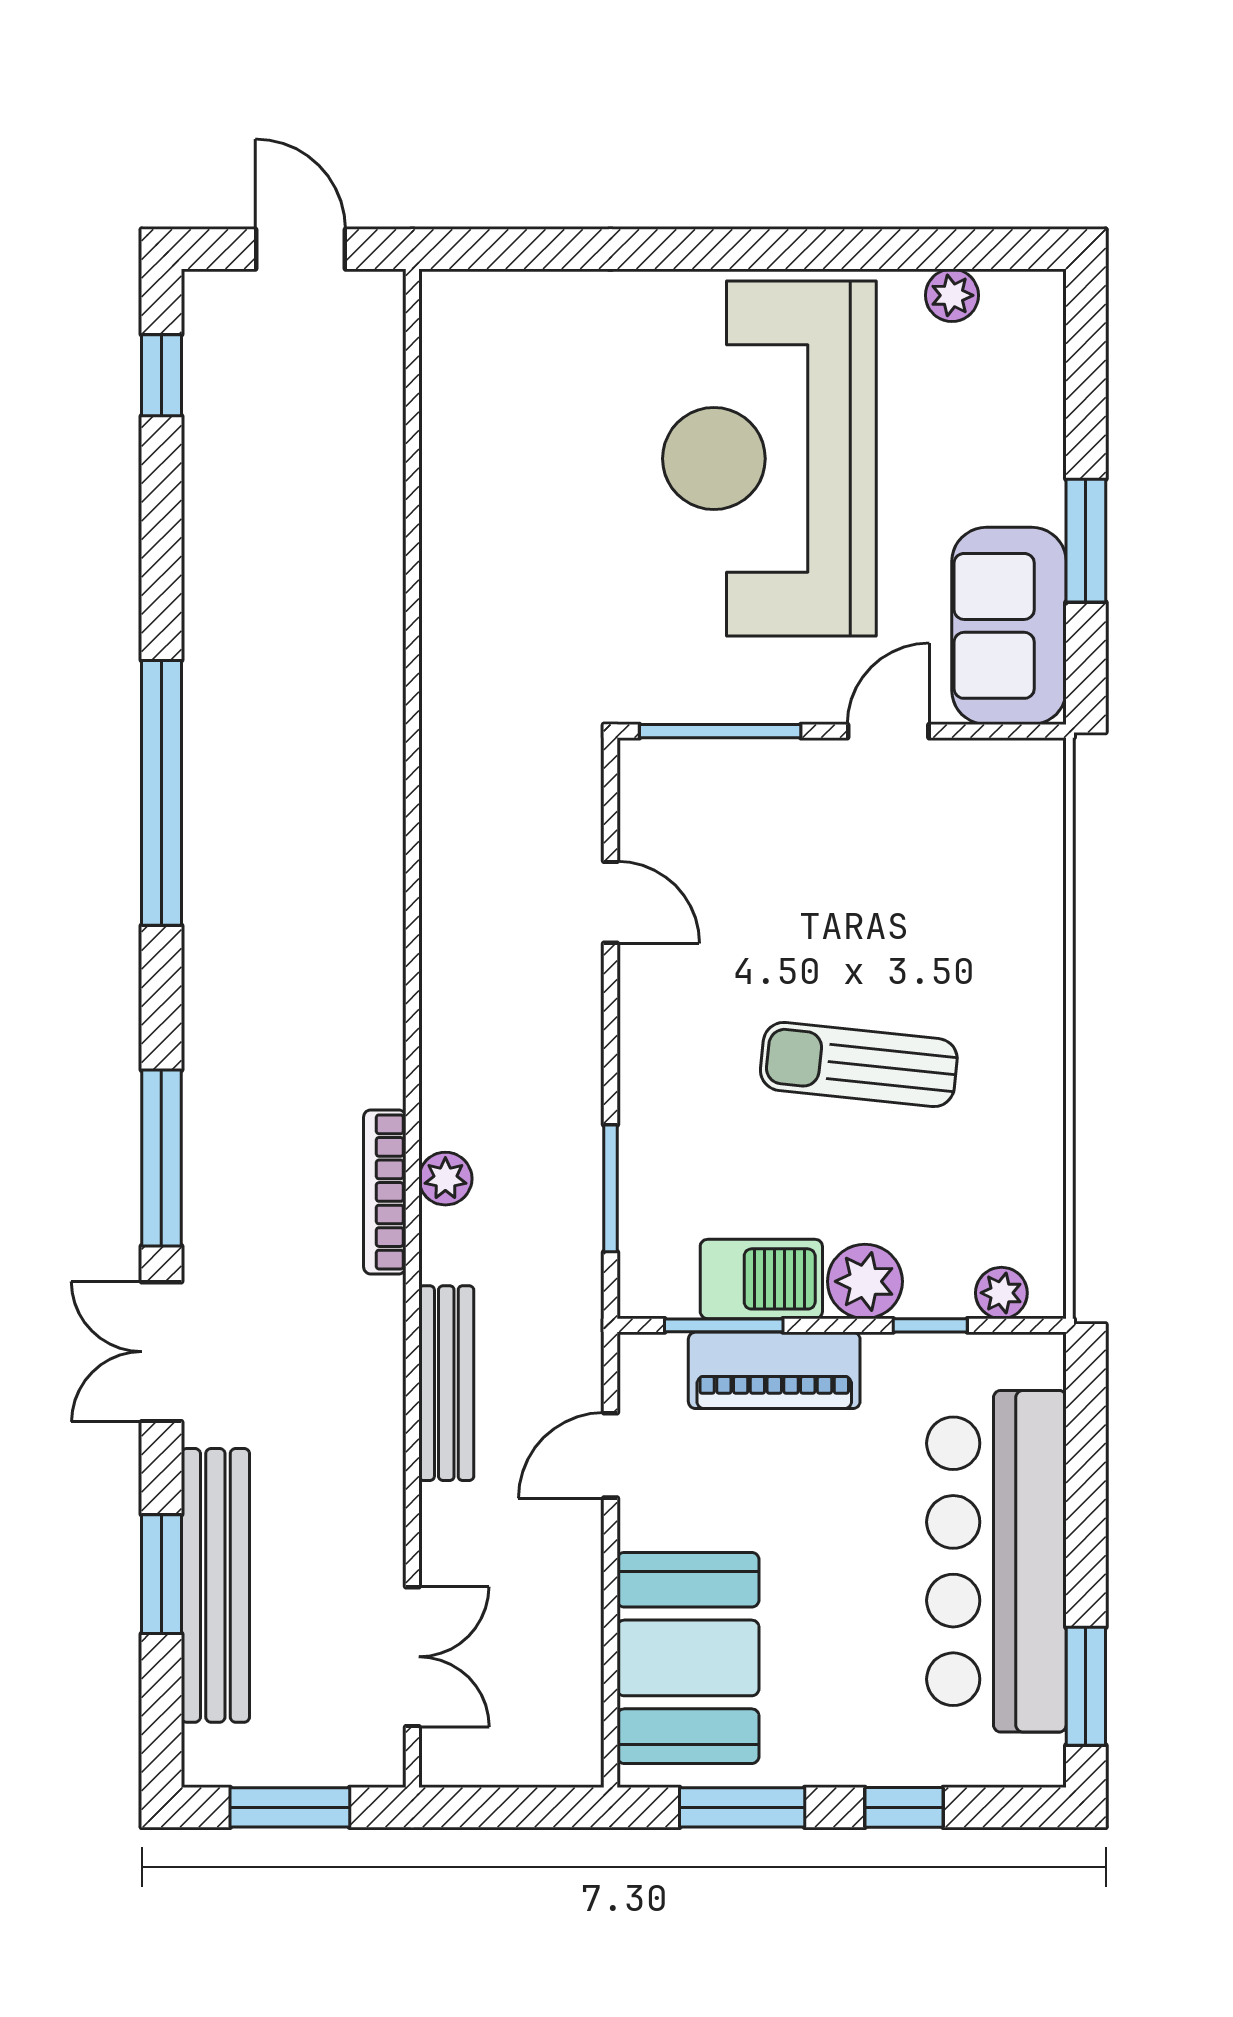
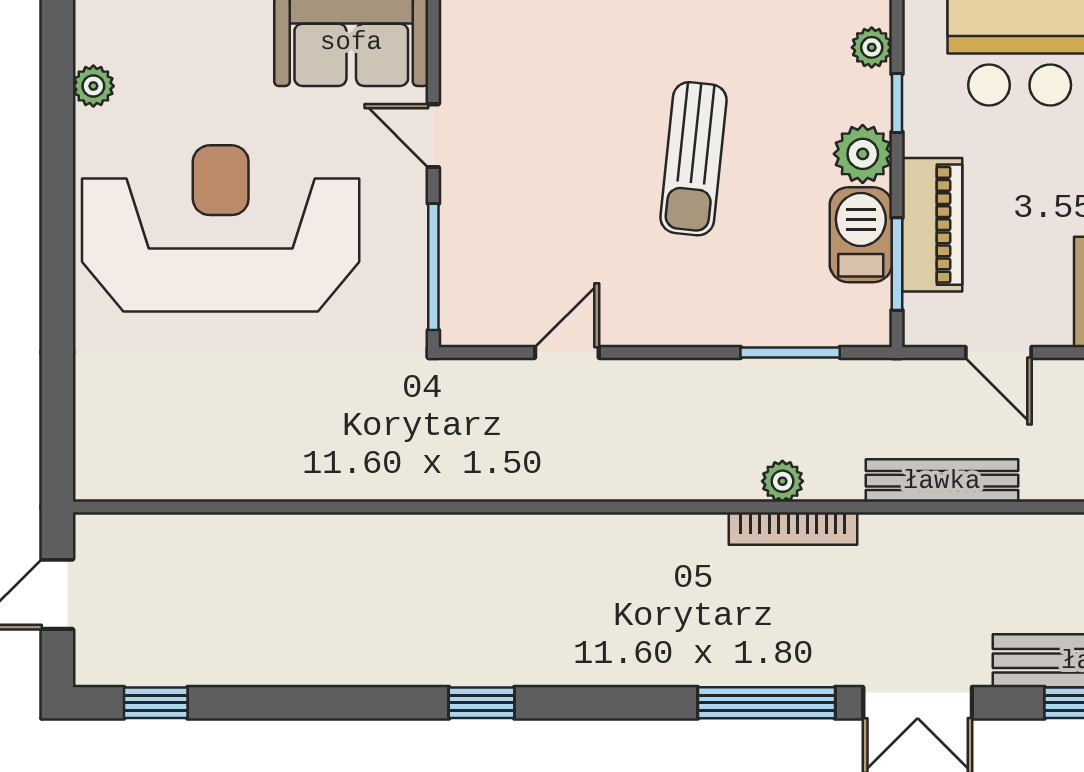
reception desk: (769, 459) -> (221, 228), turned 180
window: (161, 793) -> (482, 703), width x0.32

